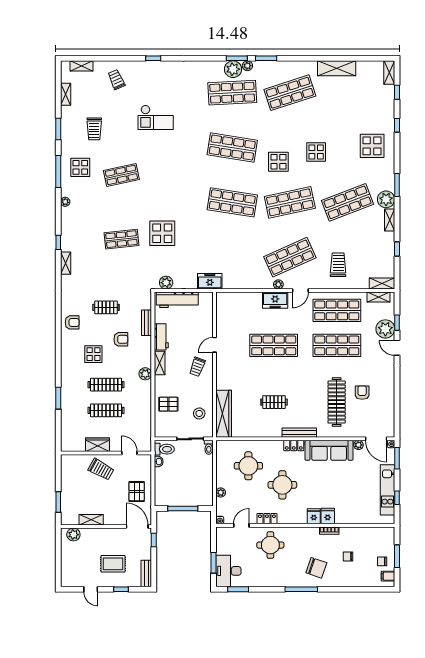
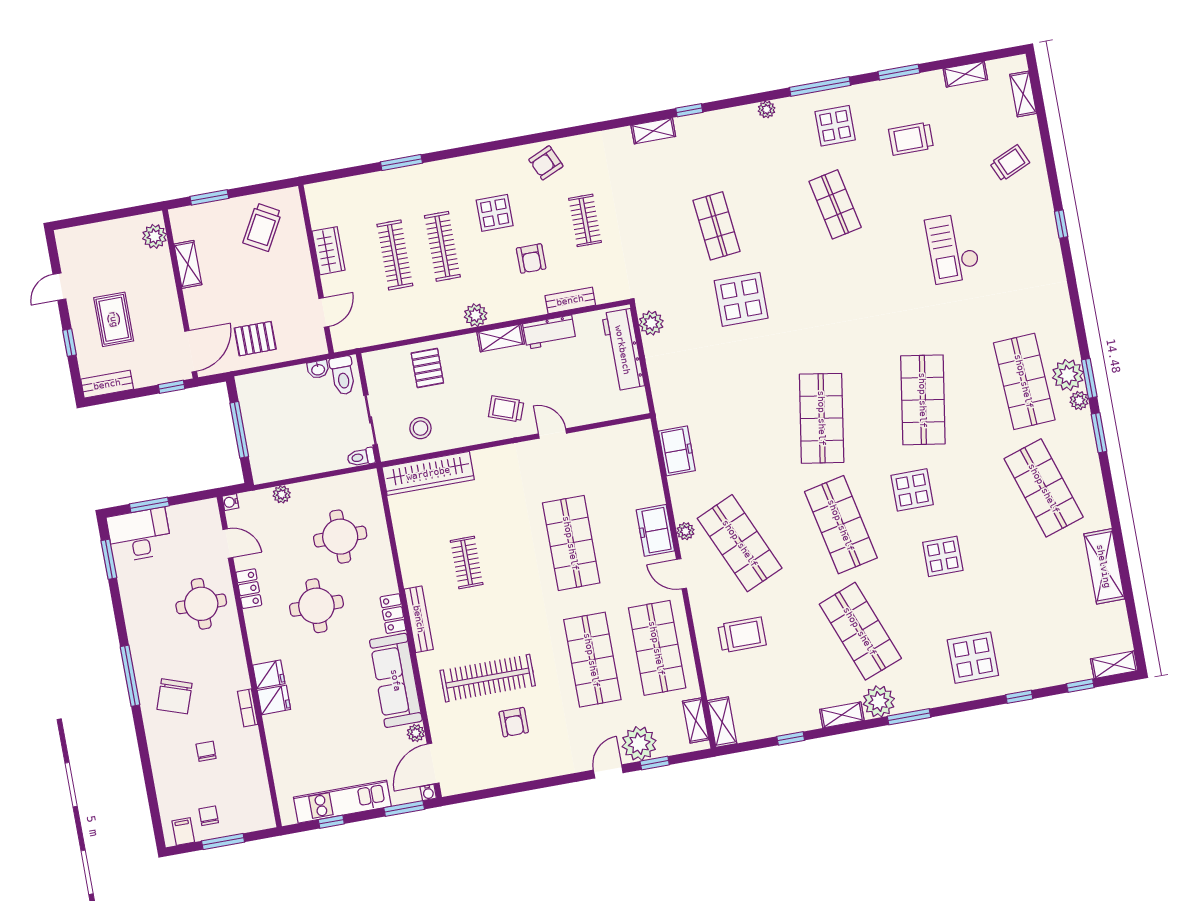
freezer: (210, 281) -> (677, 451), moved
armchair: (72, 322) -> (546, 163), turned 66
armchair: (362, 393) -> (514, 722), turned 90
trolley: (101, 469) -> (262, 227), moved

